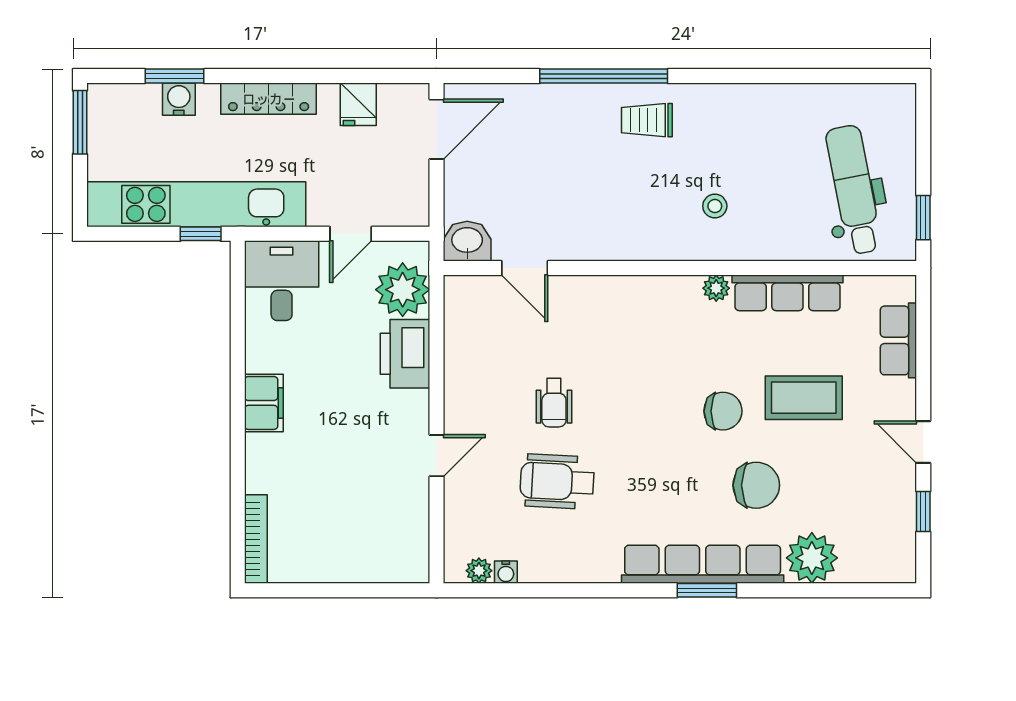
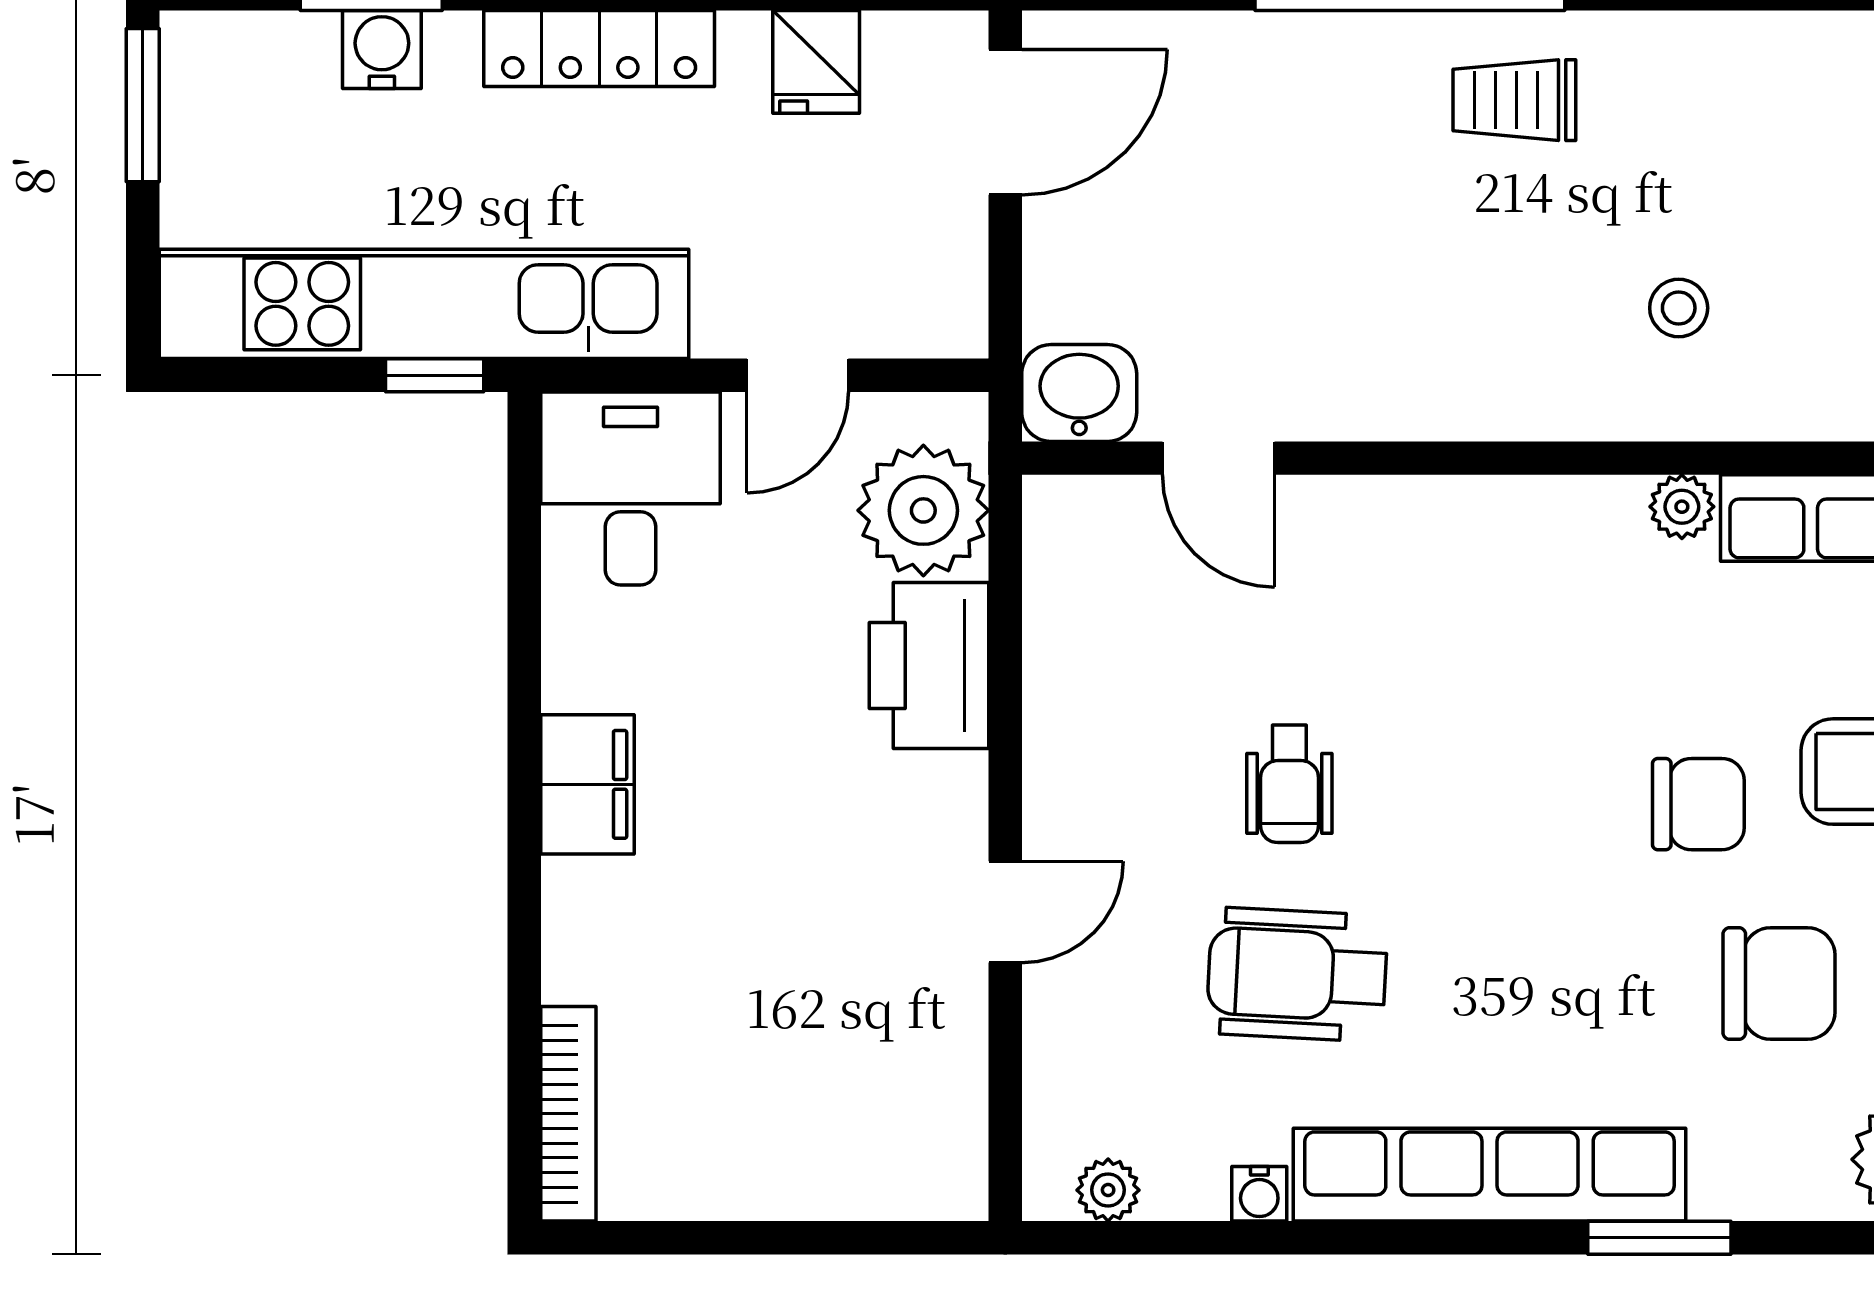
row of seats: (703, 564) -> (1490, 1175), moved
water cooler: (506, 572) -> (1259, 1194), moved

